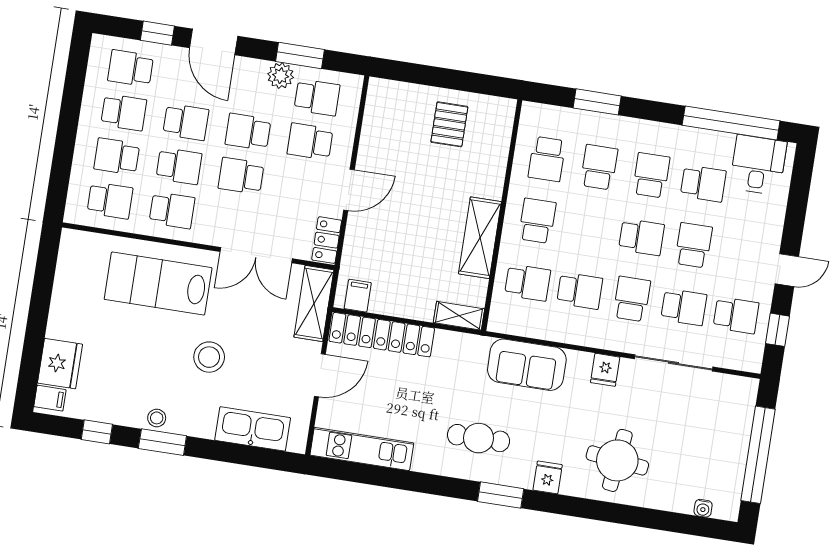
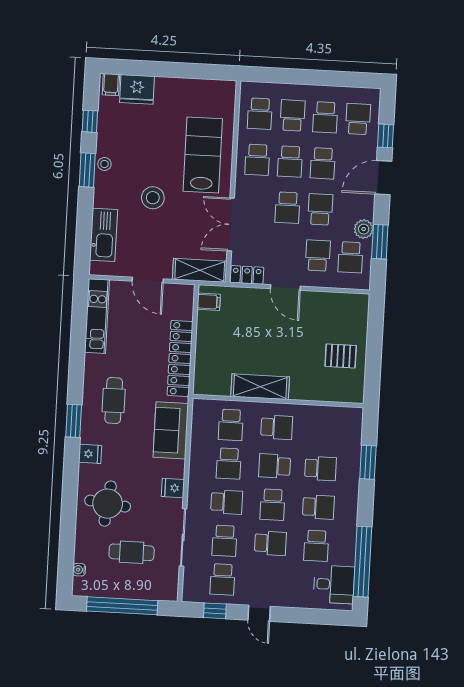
school desk: (547, 159) -> (275, 466), moved
school desk: (241, 176) -> (288, 208), turned 180
shelving: (459, 316) -> (202, 377), removed
locker: (382, 335) -> (180, 358), moved
cafe table: (687, 435) -> (132, 552), added

